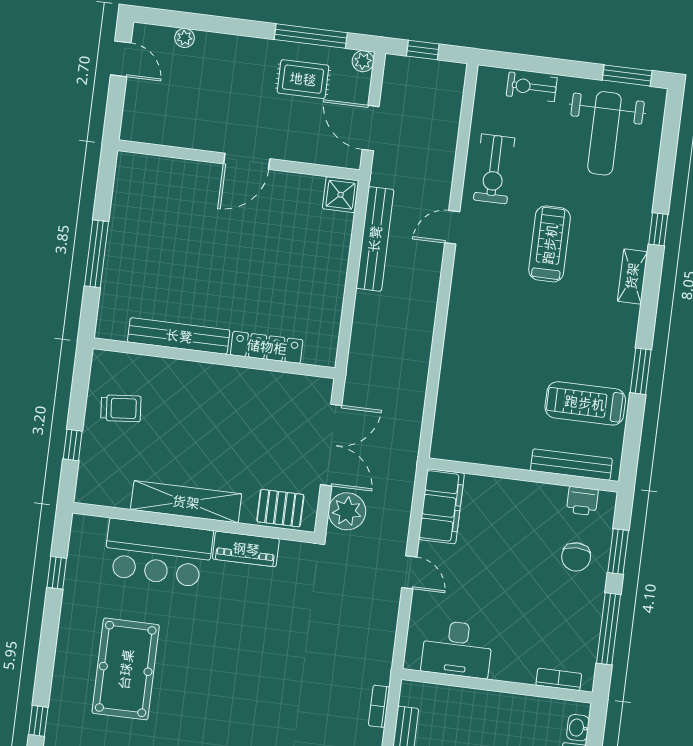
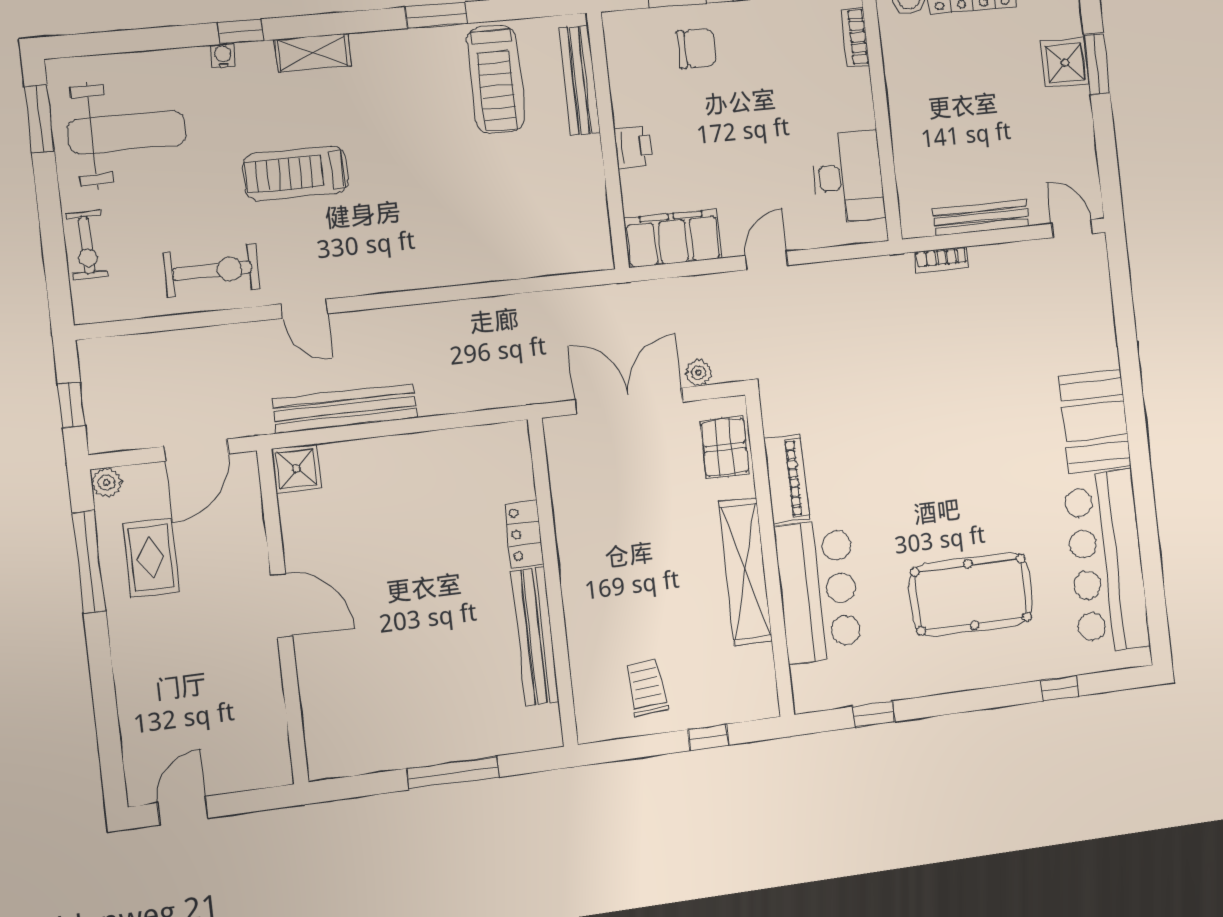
plant: (185, 38) -> (133, 732), removed
water cooler: (644, 213) -> (223, 56), added
locker: (267, 347) -> (524, 534), width x0.66
printer: (582, 501) -> (633, 147), moved
plant: (347, 511) -> (698, 373), width x0.53, depth x0.53

